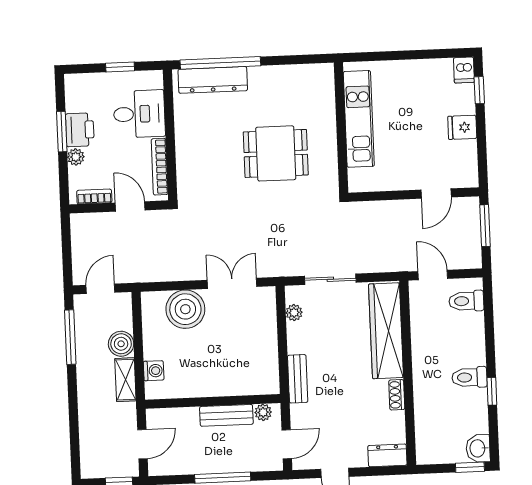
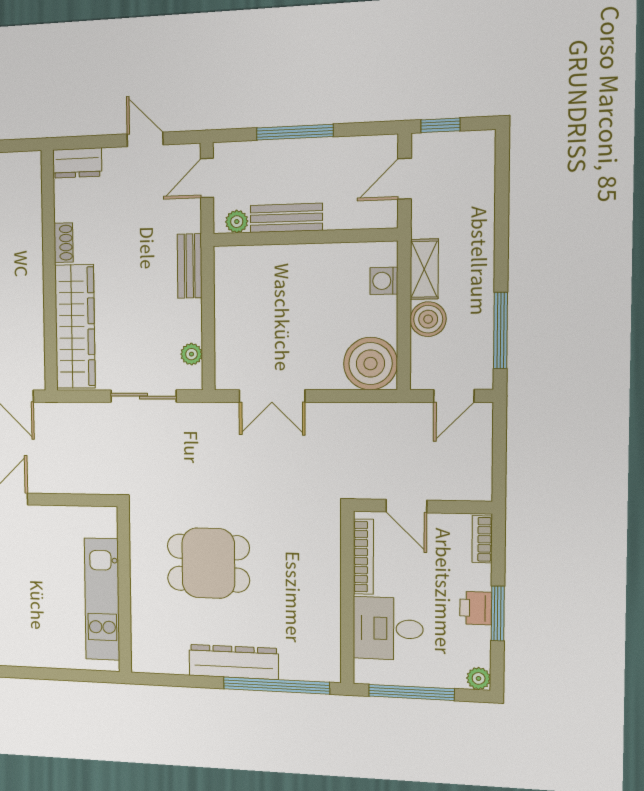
window: (120, 67) -> (411, 692), width x2.17
dresser: (213, 80) -> (234, 662), moved
printer: (80, 130) -> (476, 608), width x0.73, depth x0.81
plant: (76, 157) -> (479, 678), moved
bookcase: (94, 197) -> (482, 539), moved, turned 90
boiler: (185, 309) -> (370, 364), moved

